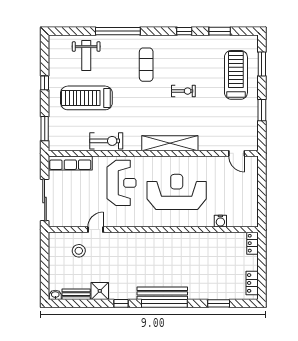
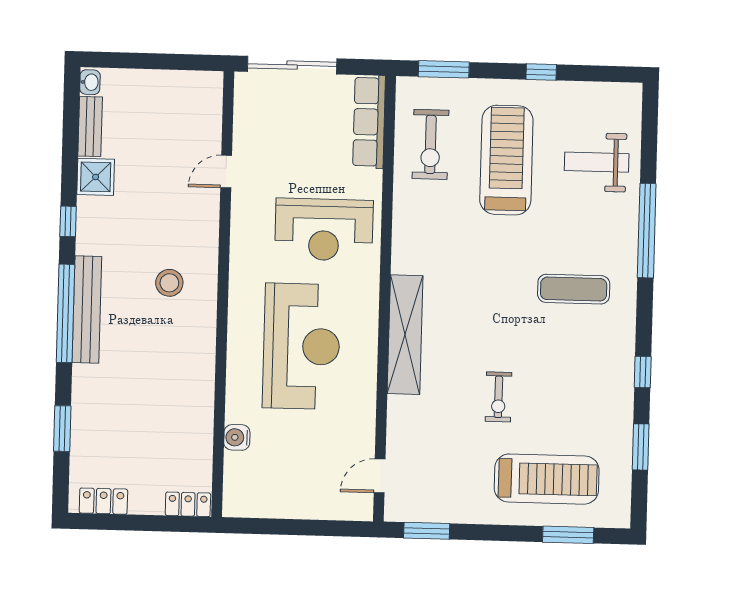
exercise bike: (183, 91) -> (498, 397), moved
window: (262, 110) -> (427, 531), moved
exercise bike: (106, 141) -> (430, 144), moved
door: (96, 230) -> (226, 172), swing flipped
stool: (79, 251) -> (169, 283), moved

